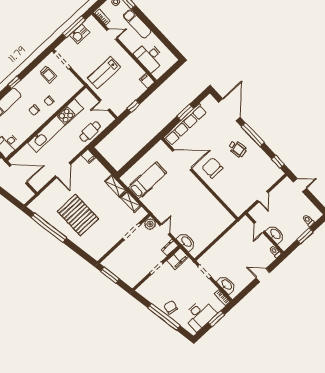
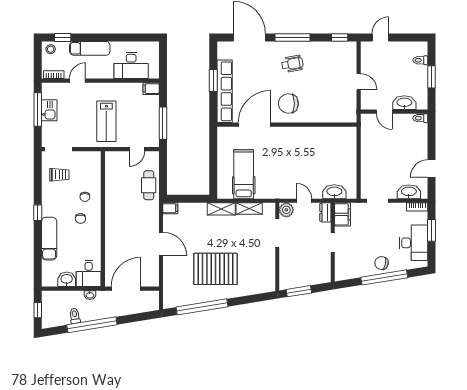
window: (133, 106) -> (163, 123), width x2.17
kitchen unit: (55, 126) -> (113, 212), removed
door: (263, 275) -> (432, 169), moved

